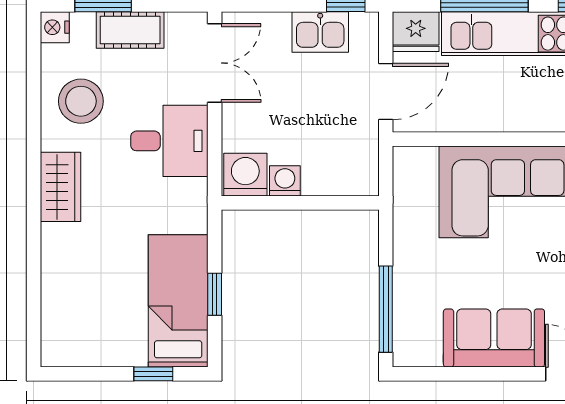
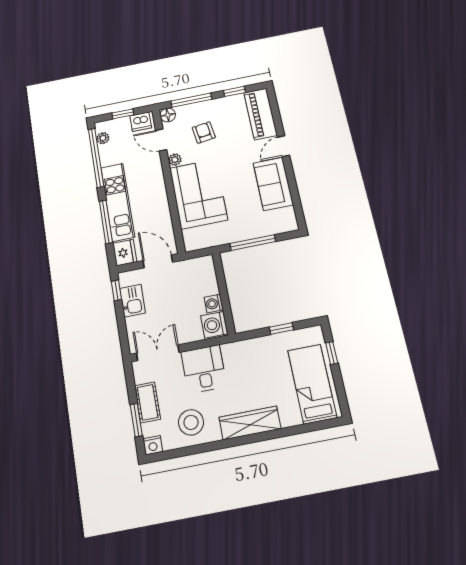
wardrobe: (60, 187) -> (250, 423), width x1.50
bed: (178, 301) -> (312, 384), moved, turned 90
window: (386, 309) -> (253, 243), moved

